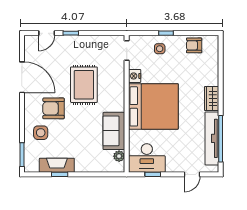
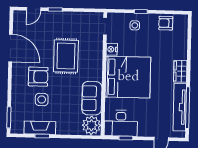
armchair: (54, 108) -> (38, 77), turned 180
side table: (41, 133) -> (42, 99), moved
plant: (119, 156) -> (91, 125), width x1.88, depth x1.88

